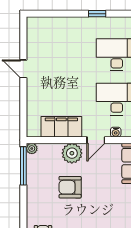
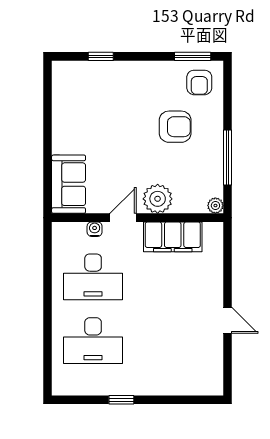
window: (23, 166) -> (228, 158), moved
armchair: (70, 187) -> (175, 127), moved

